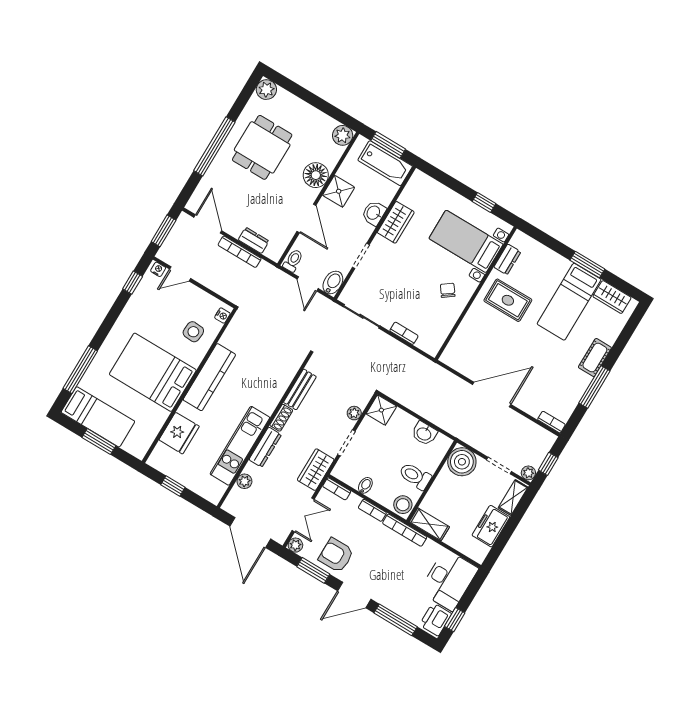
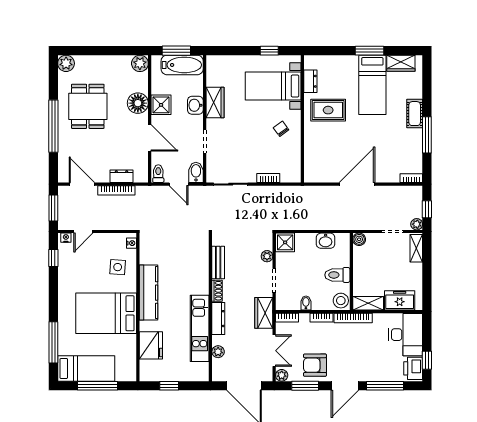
window: (99, 442) -> (97, 386), width x1.44
boiler: (462, 462) -> (359, 239), width x0.54, depth x0.54
freezer: (491, 526) -> (400, 300), moved, turned 90

